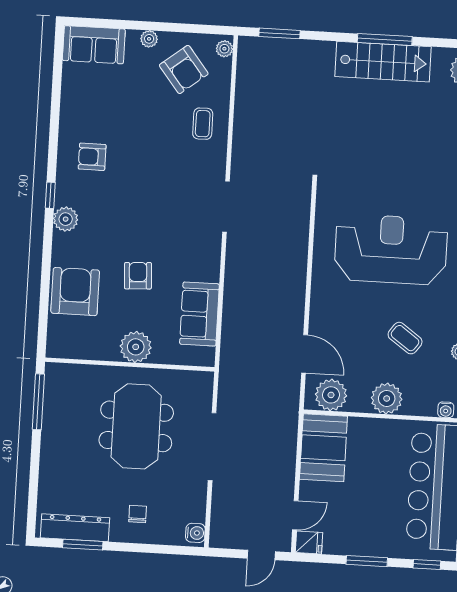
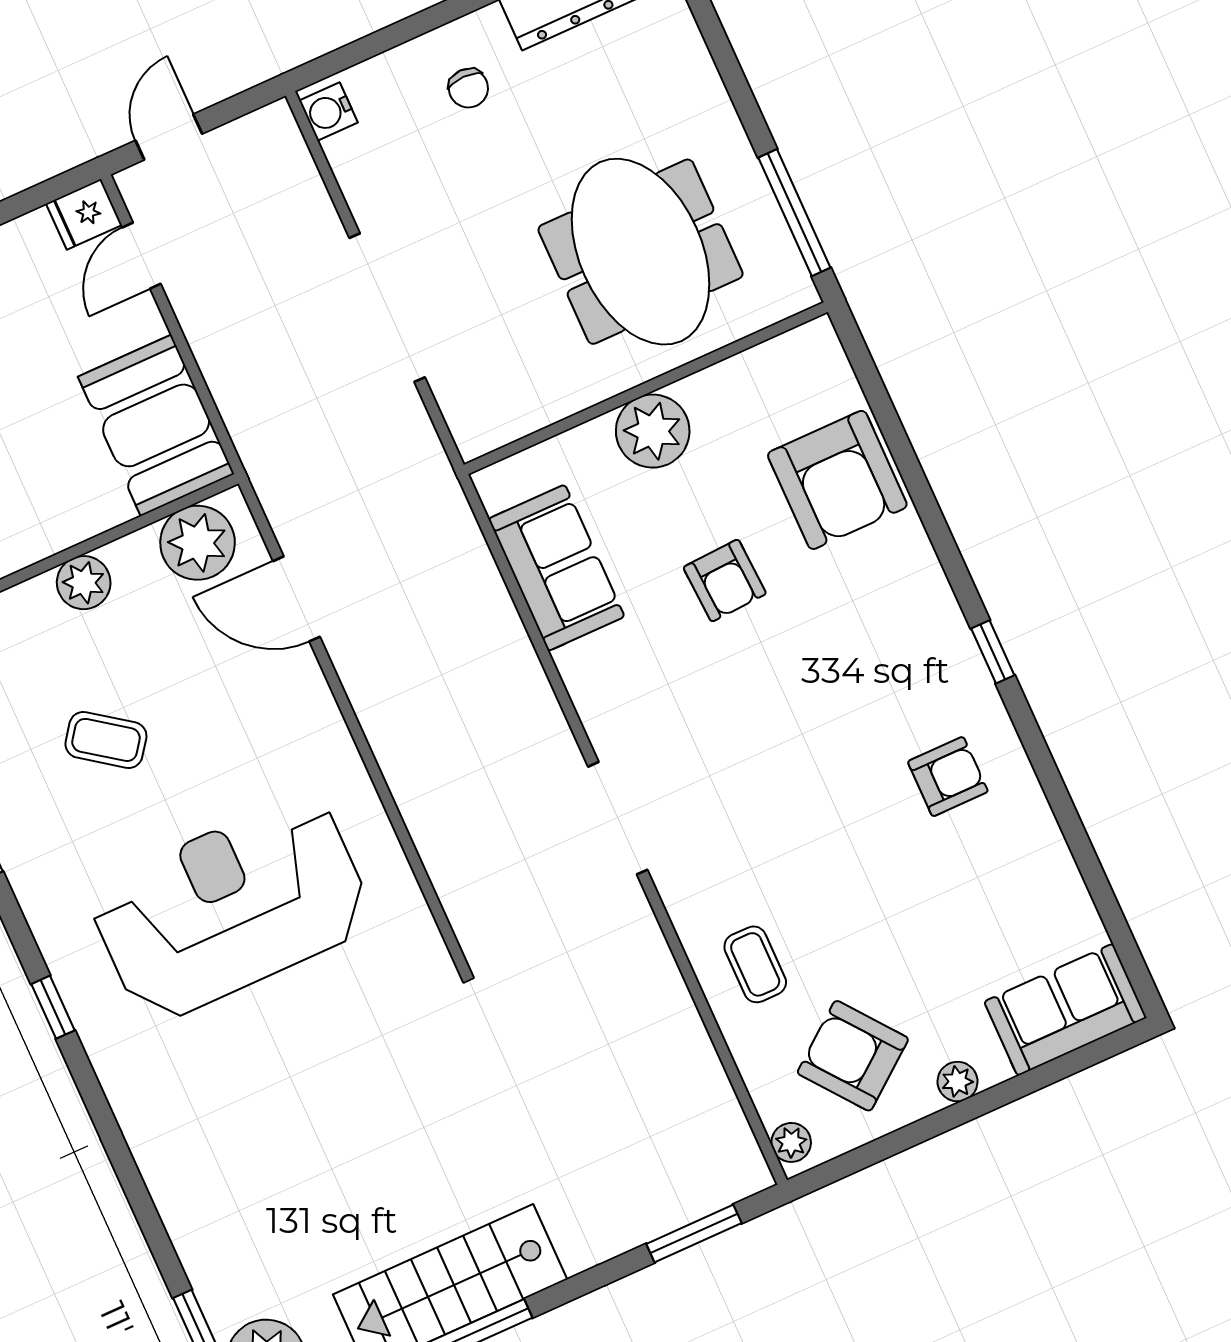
plant: (66, 219) -> (935, 619), removed
reception desk: (391, 249) -> (231, 908), turned 180
plant: (387, 398) -> (84, 583), width x0.73, depth x0.73
meeting table: (136, 426) -> (641, 252), moved

